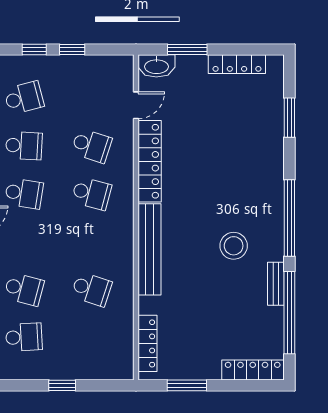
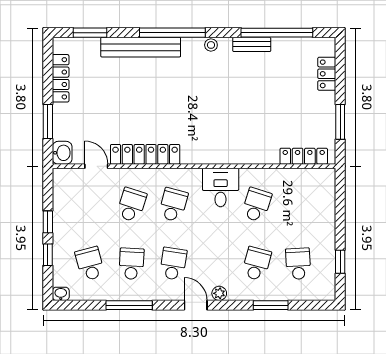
washbasin: (156, 66) -> (62, 153), width x0.72
window: (289, 118) -> (90, 33), moved
window: (289, 218) -> (172, 33), moved
stool: (234, 246) -> (211, 45), moved, width x0.53, depth x0.53
desk: (112, 248) -> (221, 187), added
bench: (149, 249) -> (141, 47), moved
locker: (253, 370) -> (327, 74), width x0.66
window: (62, 385) -> (340, 262), moved

